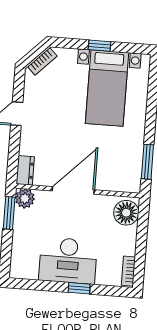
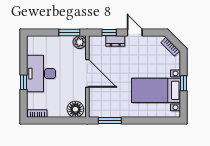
window: (14, 152) -> (109, 33), added
dresser: (25, 170) -> (115, 41), moved

